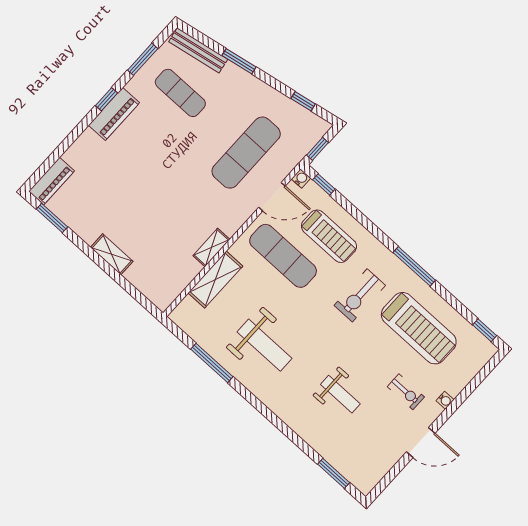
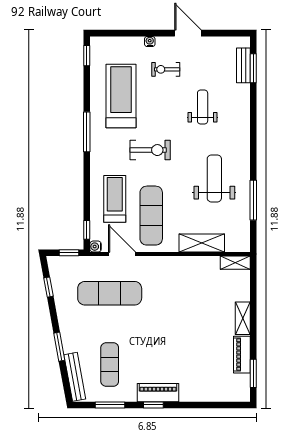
piano: (52, 181) -> (242, 355), moved, turned -90
shelving: (211, 248) -> (235, 263), moved
exercise bike: (360, 295) -> (150, 150), moved
exercise bike: (406, 392) -> (166, 69), turned -90
bench: (344, 467) -> (243, 65), added

